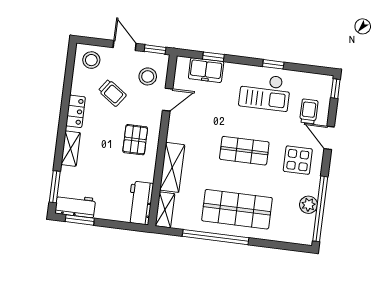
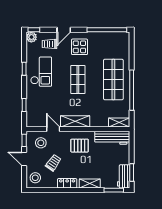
door: (125, 46) -> (24, 159), hinge flipped
freezer: (206, 70) -> (33, 108), removed
shelving: (172, 167) -> (75, 121), moved
workbench: (140, 203) -> (112, 138), width x1.38
plant: (308, 205) -> (31, 37), moved

